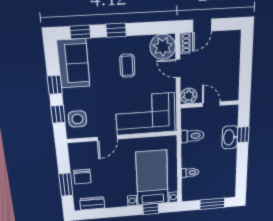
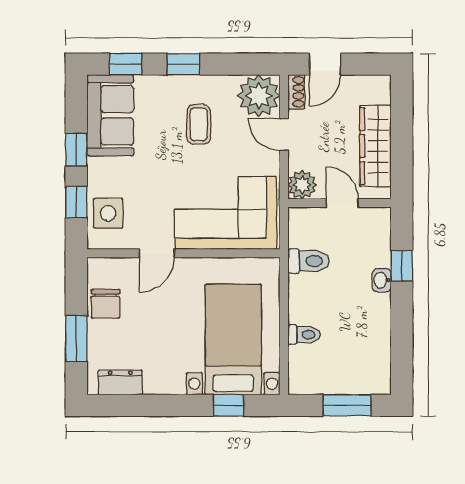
wardrobe: (231, 72) -> (375, 146), added
washbasin: (230, 137) -> (382, 280), width x0.52, depth x0.69
chair: (82, 176) -> (106, 304), moved

